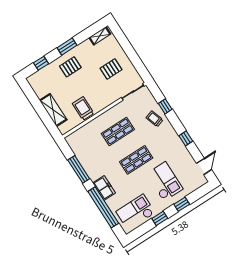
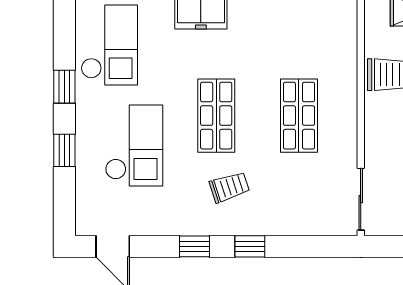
window: (165, 106) -> (250, 246), moved
trolley: (154, 119) -> (229, 187), moved
checkout: (165, 181) -> (134, 145), turned -90

